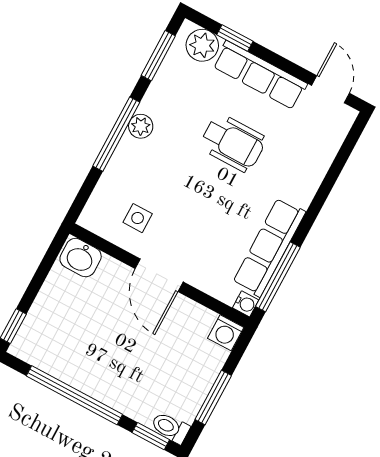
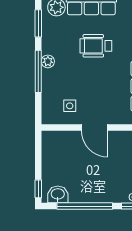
wheelchair: (233, 143) -> (96, 46), turned 180
washbasin: (81, 258) -> (58, 194), moved, turned 180

